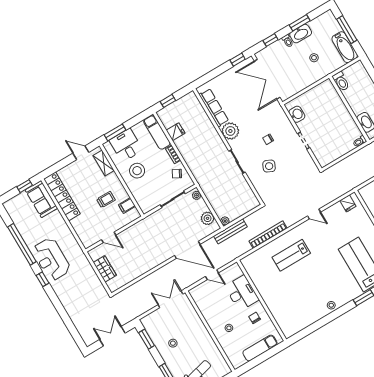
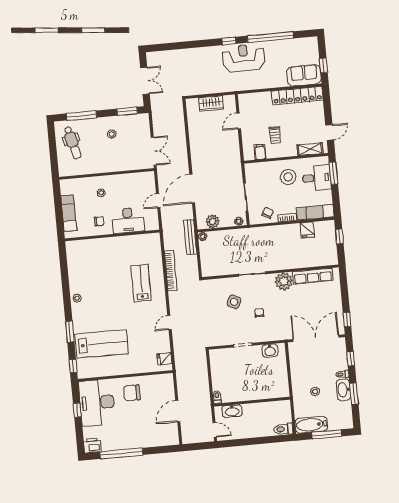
toilet: (341, 81) -> (283, 429), moved

